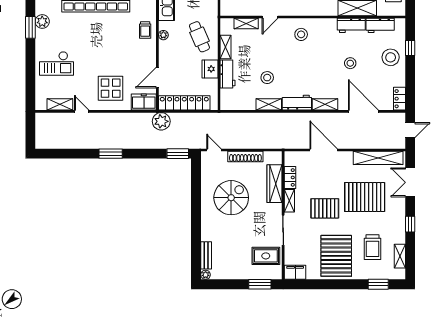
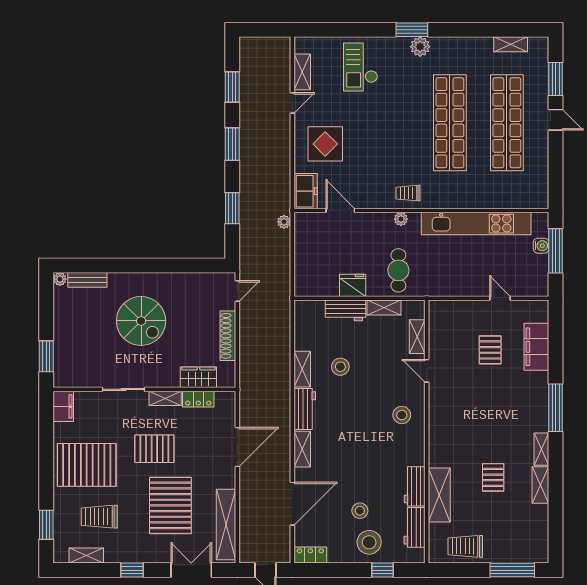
cafe table: (199, 37) -> (398, 270), turned -67
stool: (350, 63) -> (360, 511), moved
locker: (184, 103) -> (304, 249), removed
plant: (161, 121) -> (284, 222), width x0.53, depth x0.53
window: (71, 154) -> (232, 87), added
window: (178, 154) -> (232, 208), moved
wardrobe: (275, 184) -> (198, 377), width x0.67
spiral stairs: (231, 198) -> (141, 321), moved
pallet: (325, 208) -> (154, 449), turned 90
rug: (266, 256) -> (87, 365), removed

